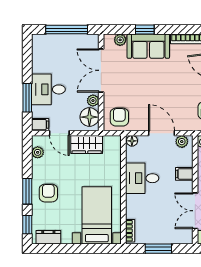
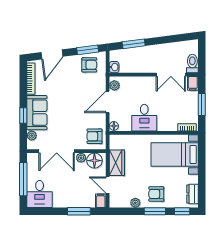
desk: (48, 89) -> (40, 194), moved
door: (59, 133) -> (108, 185), swing flipped
plant: (38, 152) -> (135, 203), moved
filing cabinet: (184, 174) -> (193, 83), moved

